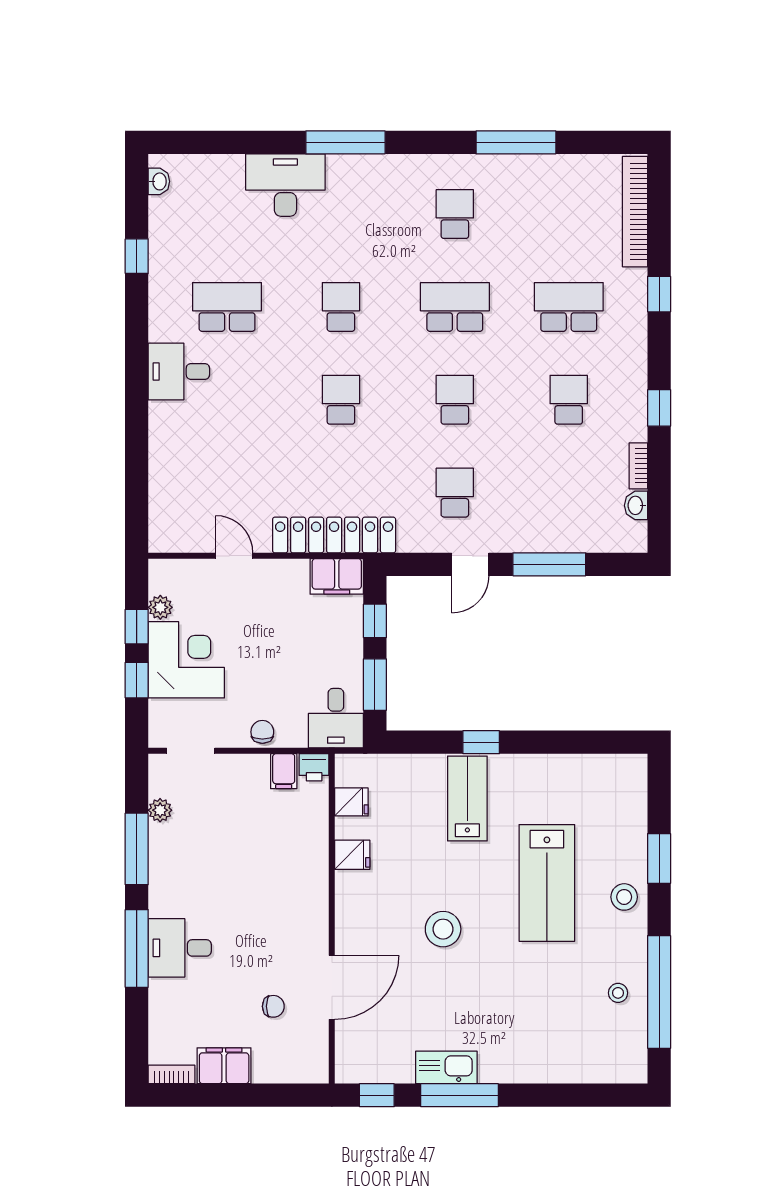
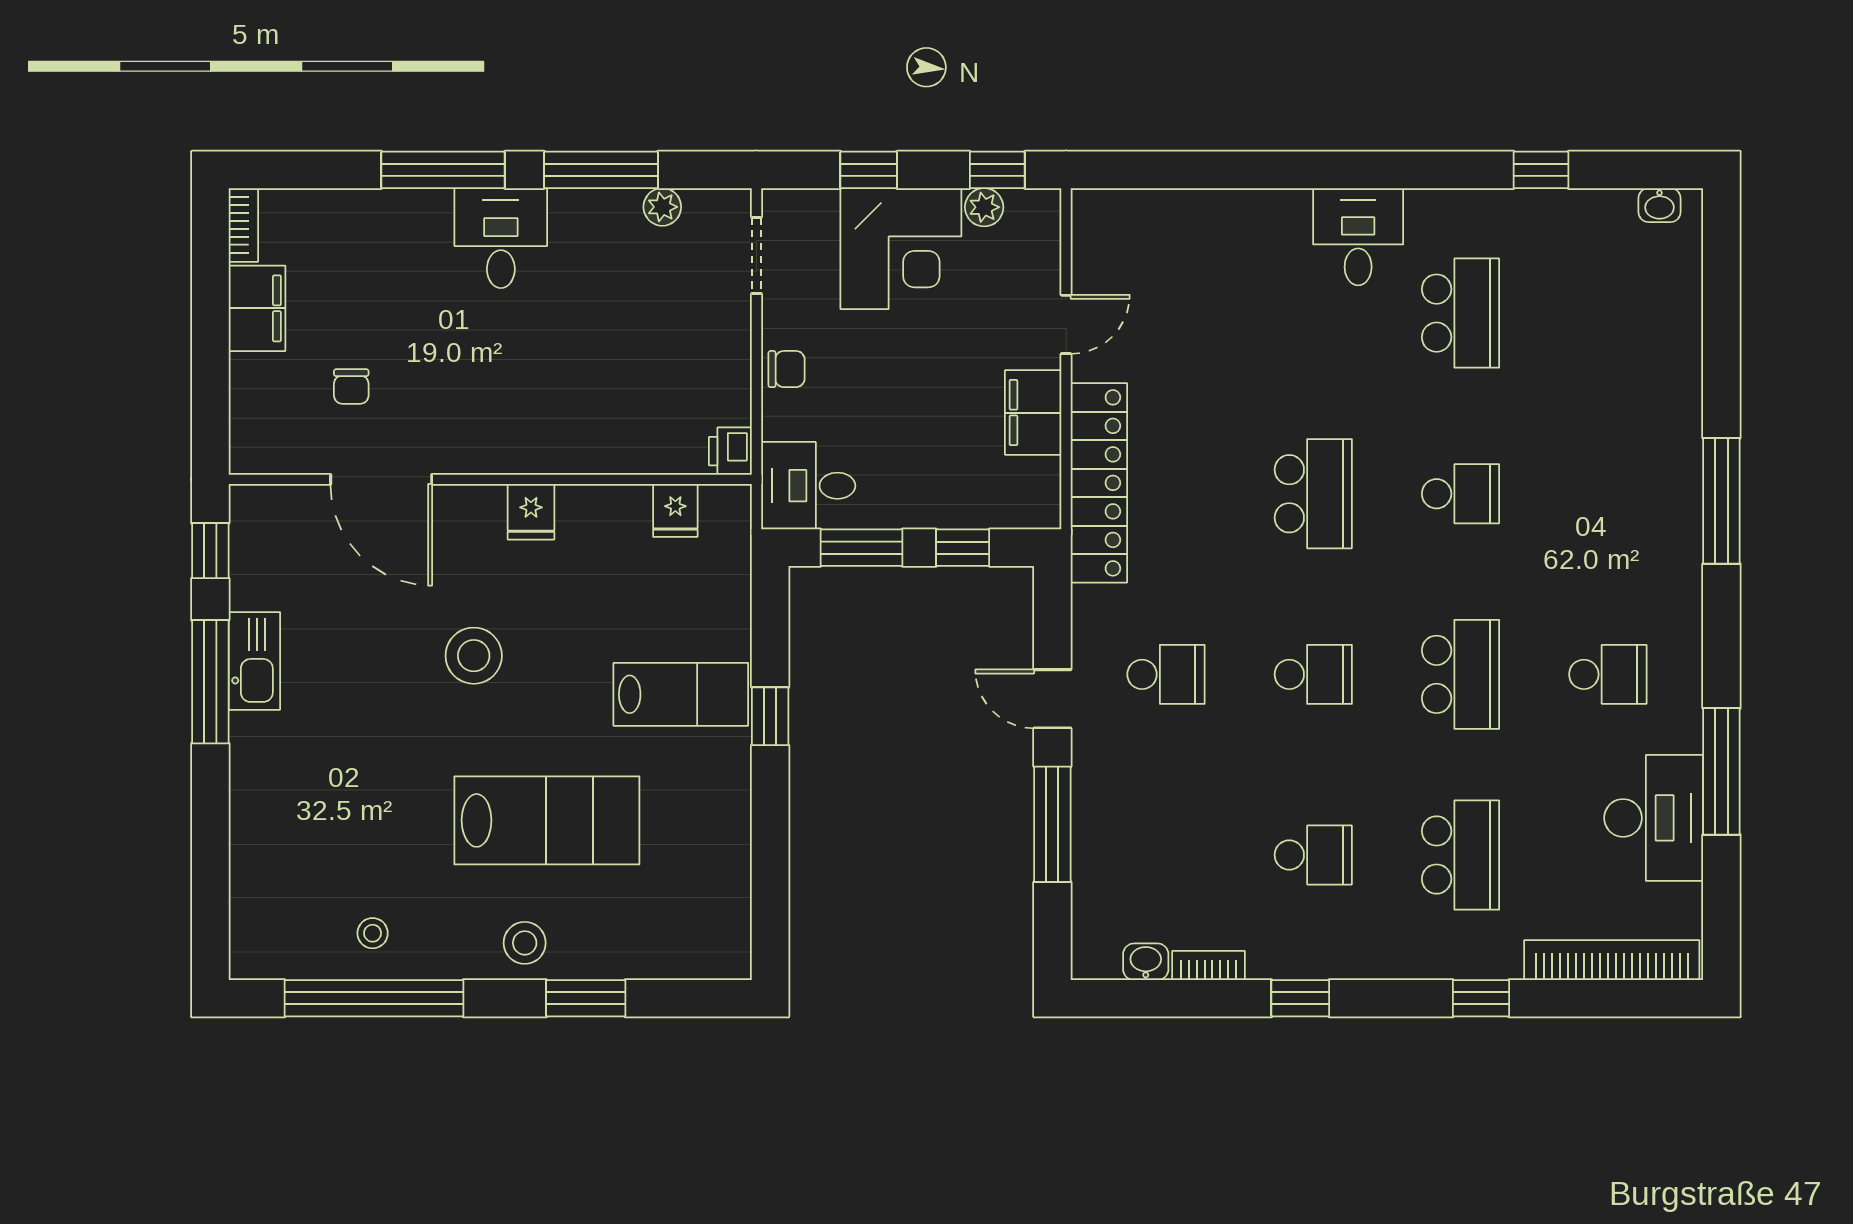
desk: (285, 185) -> (1654, 818), moved
school desk: (341, 400) -> (1313, 494), width x1.85
filing cabinet: (337, 576) -> (1033, 413), moved
window: (137, 627) -> (997, 170), moved
filing cabinet: (284, 771) -> (724, 403), removed
fridge: (352, 855) -> (531, 512), moved
lab bench: (547, 883) -> (547, 820), turned 180
desk: (180, 948) -> (501, 238), moved

